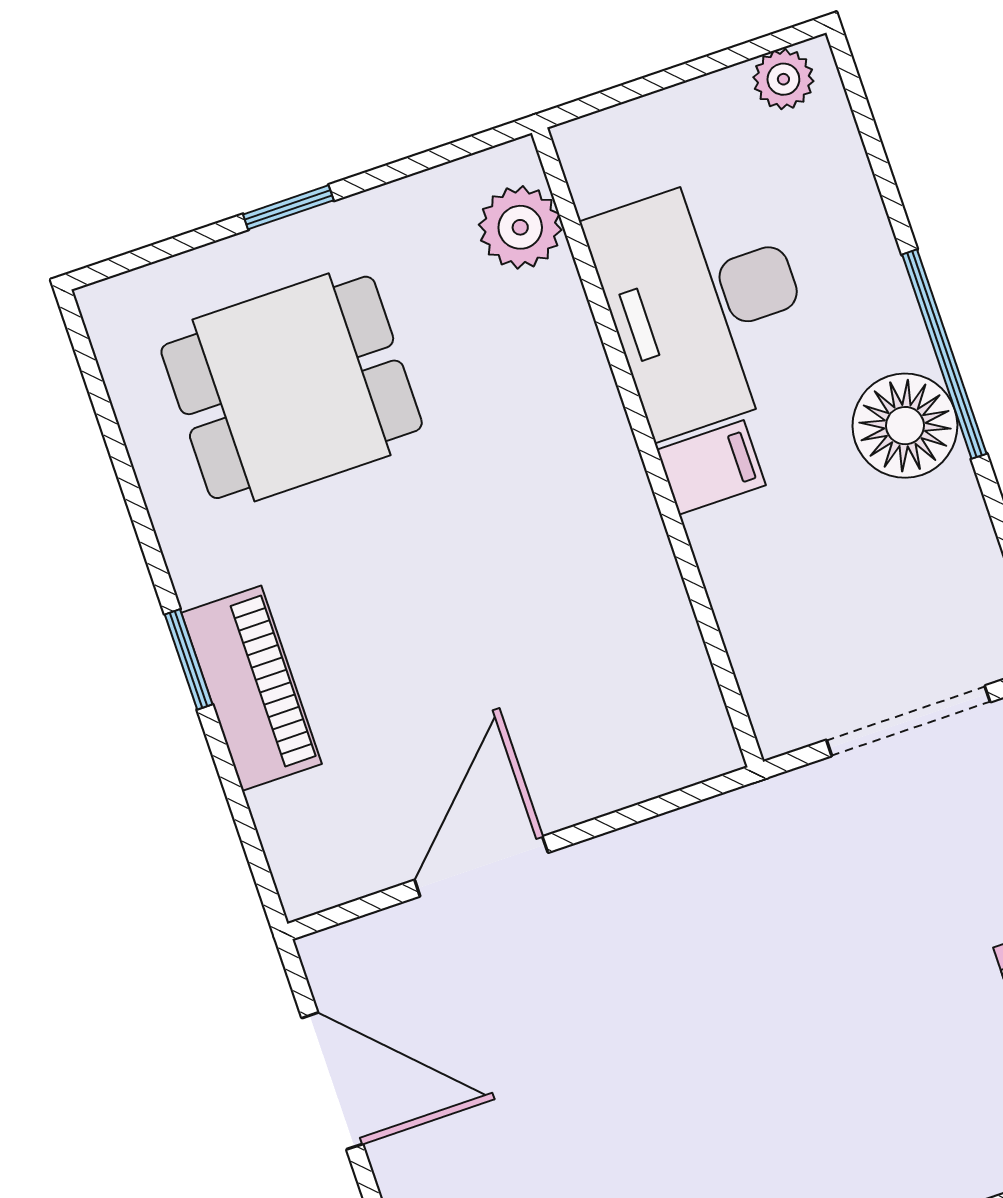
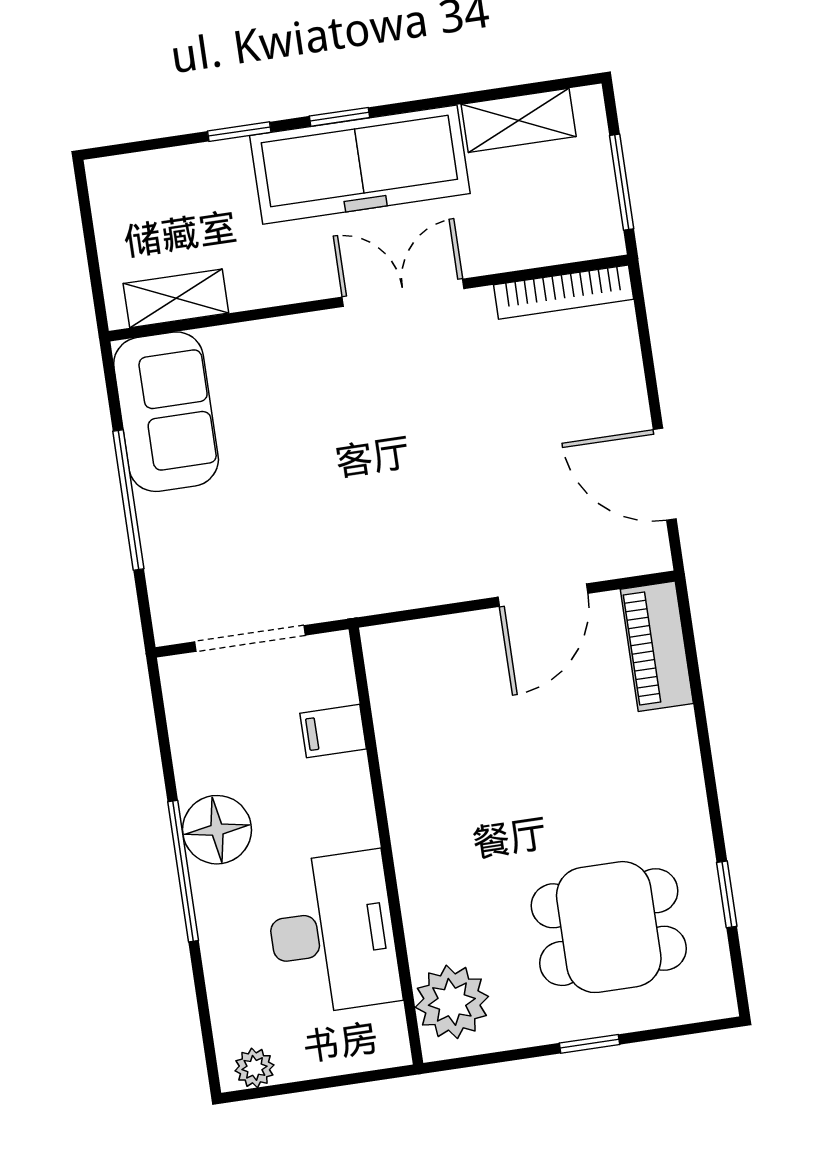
plant: (520, 227) -> (452, 1002), width x1.36, depth x1.36
filing cabinet: (711, 467) -> (333, 731), moved
window: (189, 659) -> (727, 894), moved
piano: (252, 688) -> (657, 646), moved

